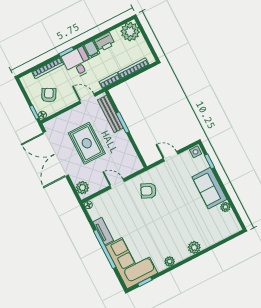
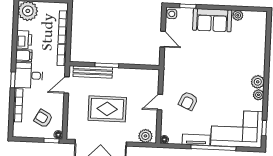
door: (170, 156) -> (163, 39), swing flipped
armchair: (148, 191) -> (188, 101), moved
plant: (194, 247) -> (258, 82), moved

